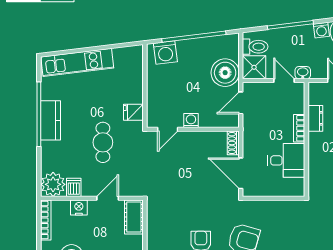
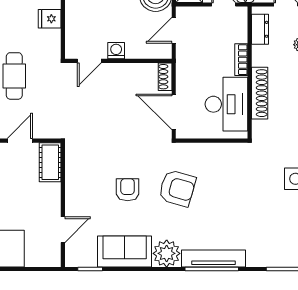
fridge: (133, 112) -> (50, 19), moved
dresser: (315, 118) -> (260, 29), moved
shoe rack: (315, 157) -> (260, 93), added
desk: (286, 160) -> (226, 104), width x1.37

